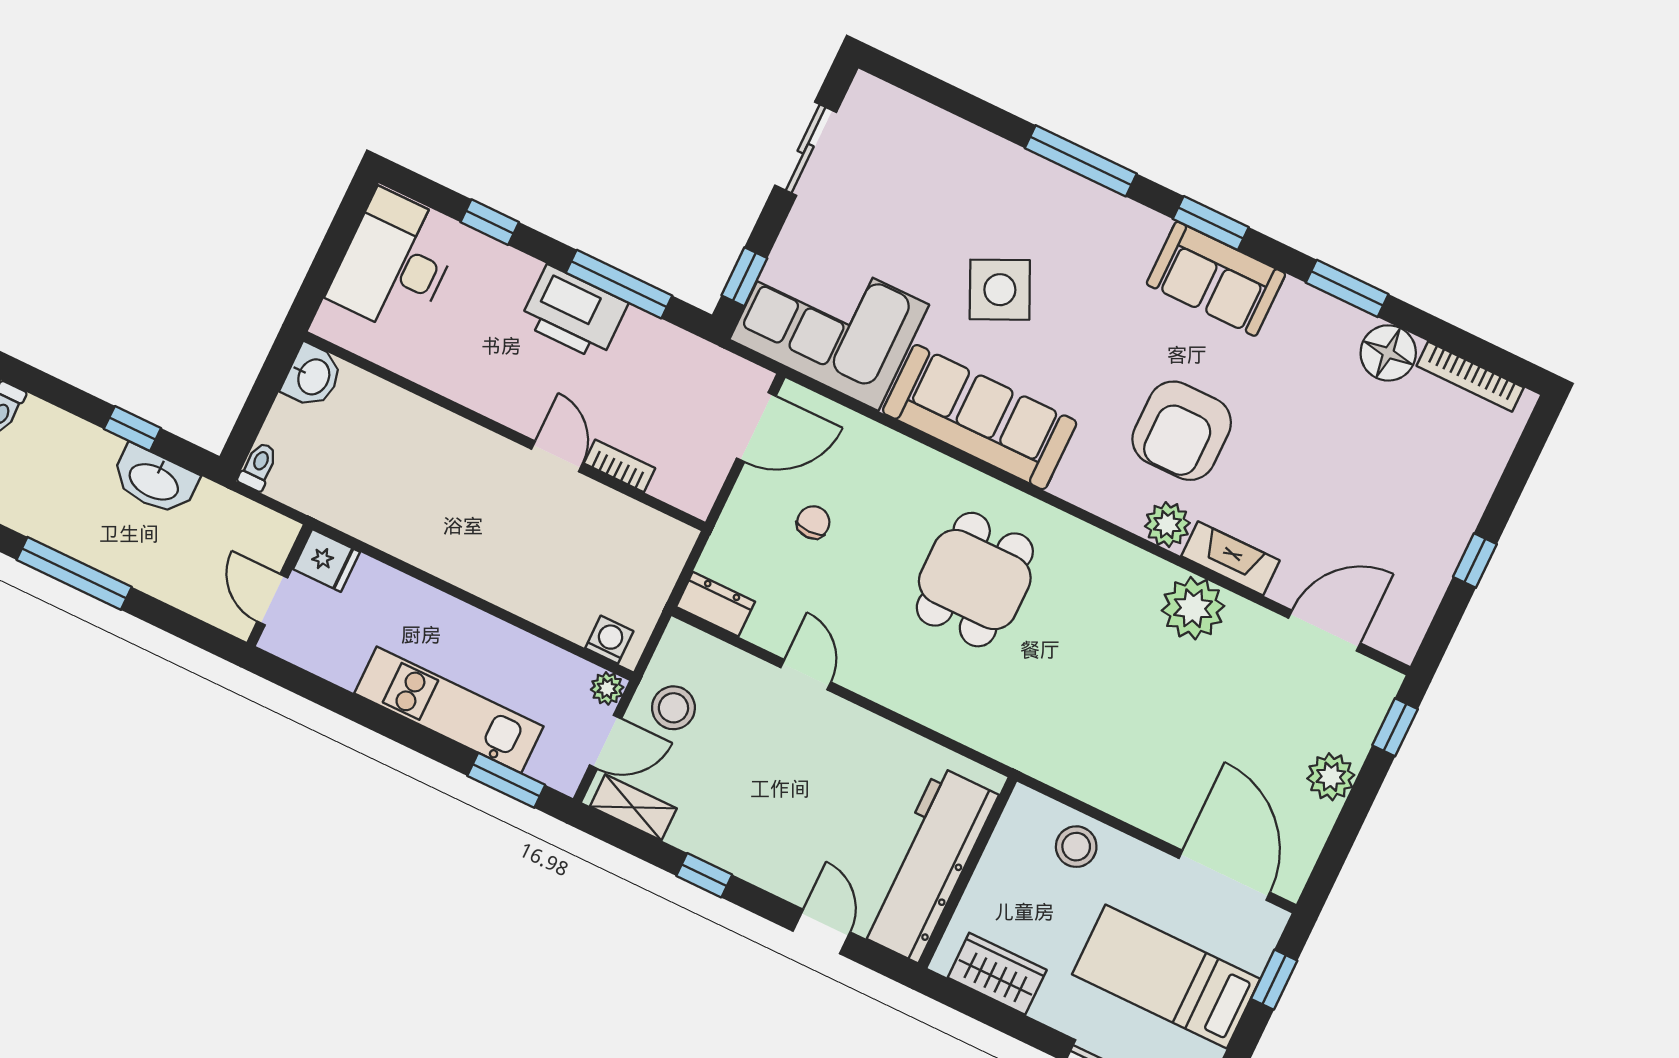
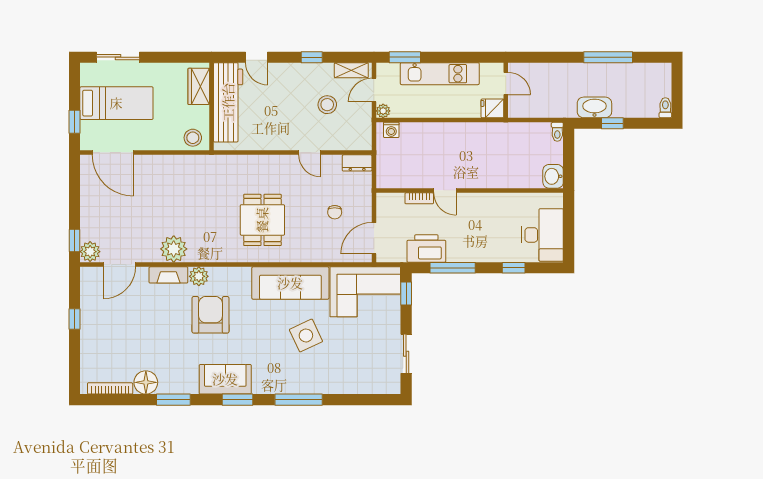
printer: (574, 313) -> (426, 248), moved
fridge: (326, 560) -> (492, 108), moved
wall: (279, 585) -> (506, 90), moved
door: (272, 600) -> (506, 83), moved
stool: (673, 708) -> (327, 105), moved
plant: (1331, 777) -> (90, 252), moved
stool: (1076, 847) -> (193, 138), moved
wardrobe: (997, 974) -> (199, 86), moved, turned 90

